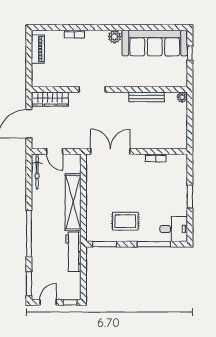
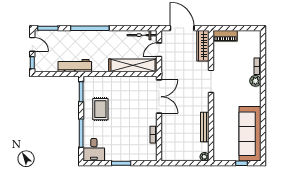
plant: (115, 37) -> (255, 81), moved
piano: (38, 49) -> (225, 36), moved
shelving: (73, 202) -> (133, 65), moved

